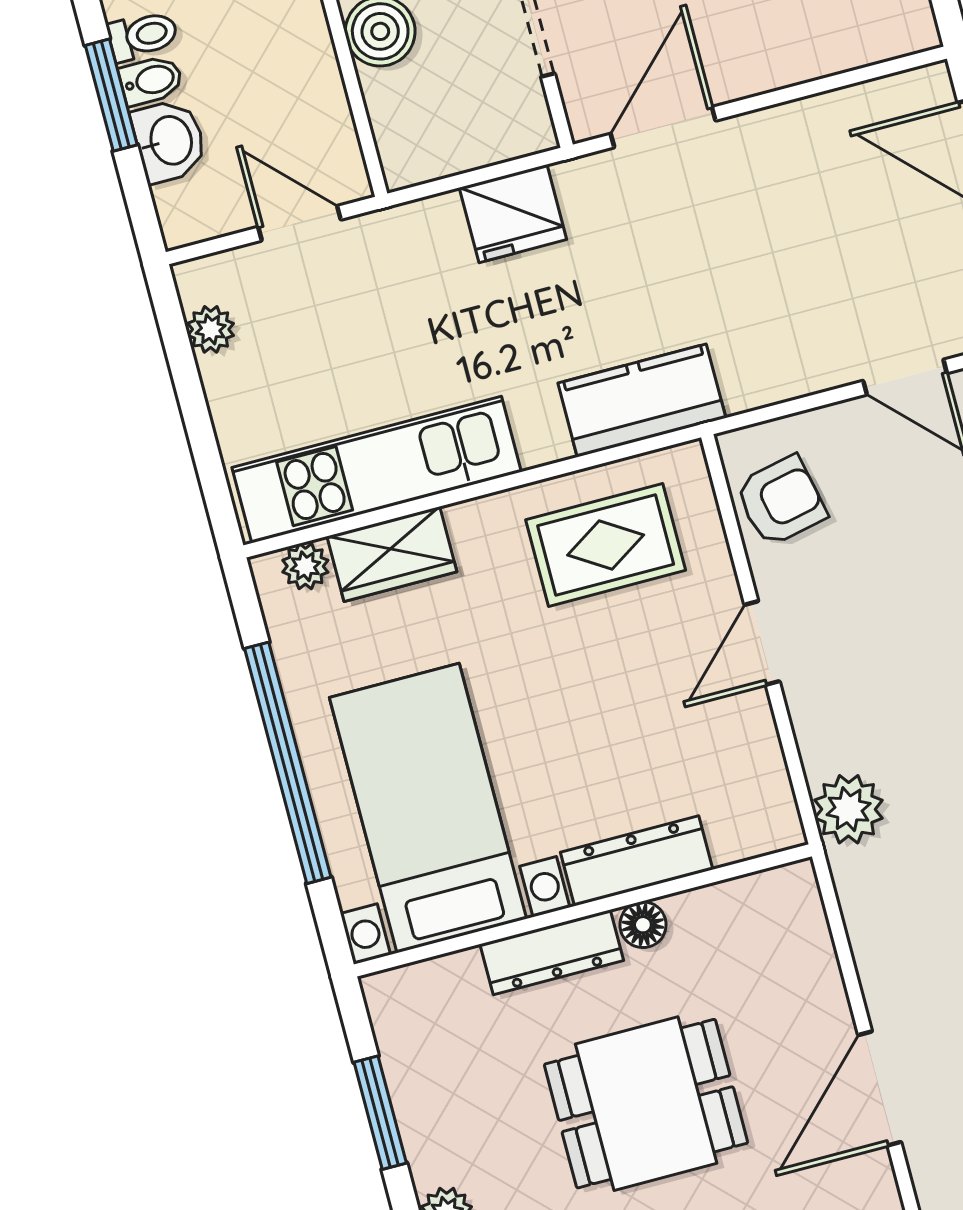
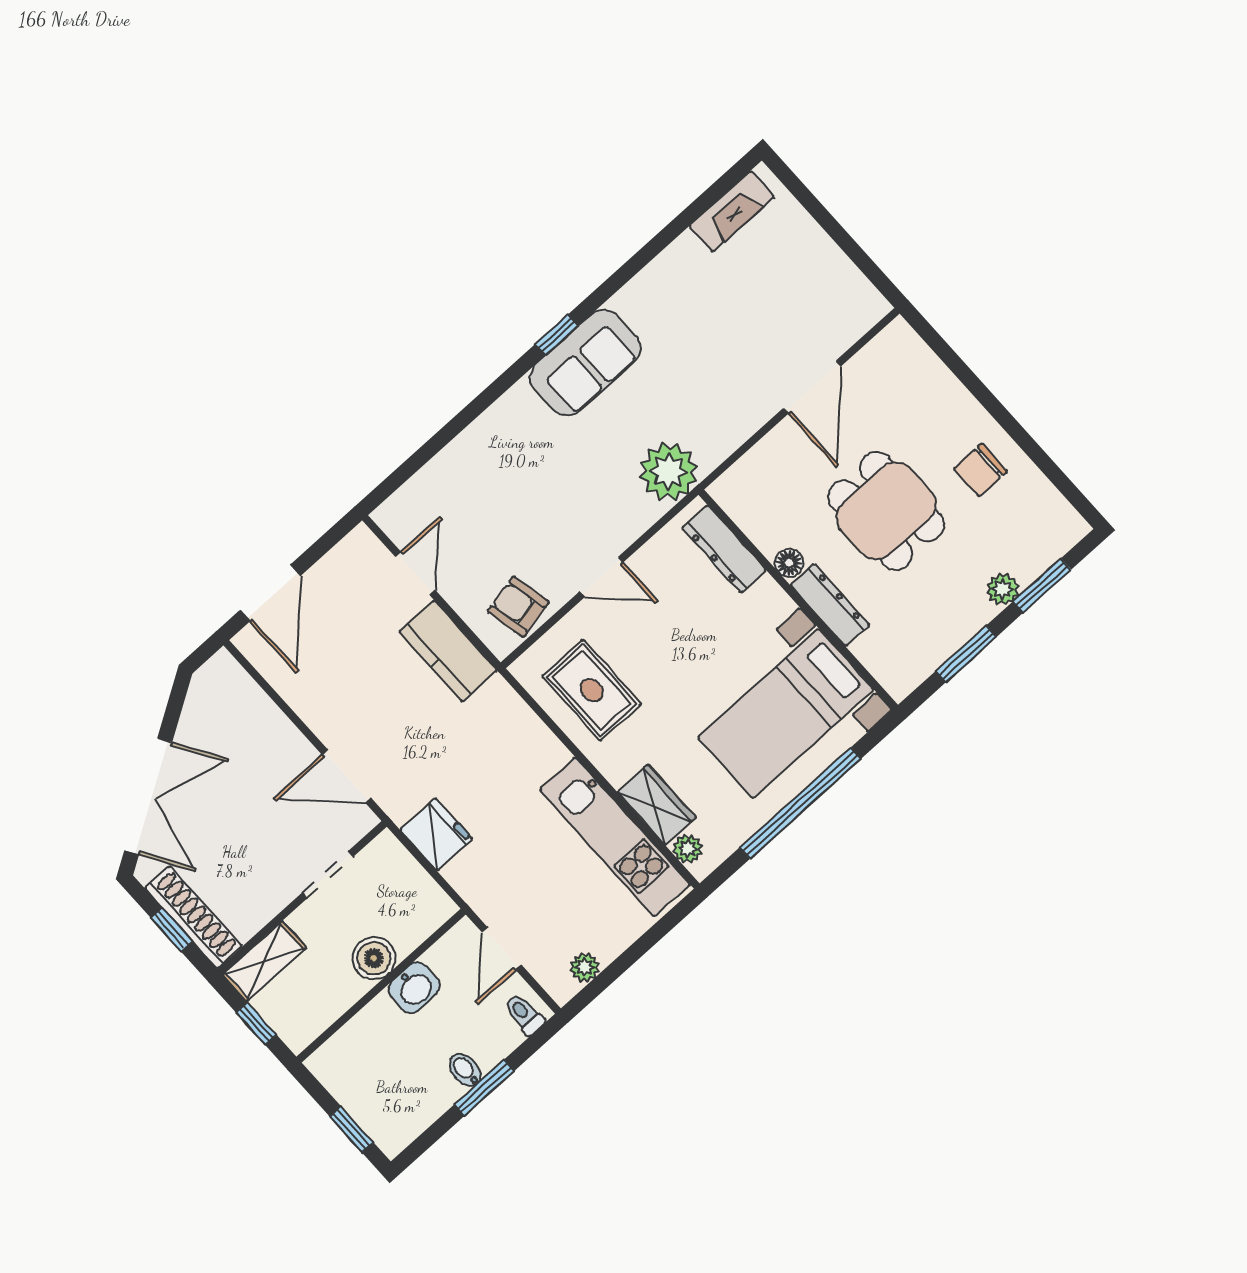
toilet: (143, 36) -> (524, 1014), moved
washbasin: (169, 141) -> (414, 988), moved, turned 180
kitchen counter: (642, 400) -> (448, 651), moved
plant: (849, 809) -> (669, 472), width x1.36, depth x1.36
dresser: (637, 861) -> (724, 549), moved
door: (880, 1088) -> (812, 387), hinge flipped

